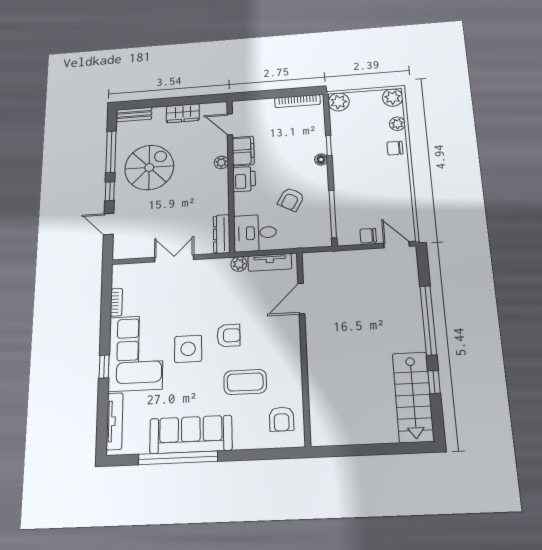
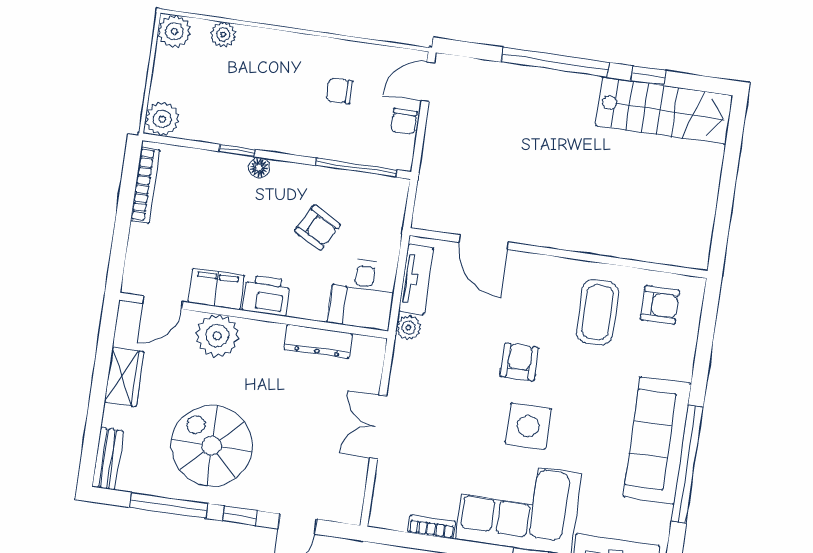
chair: (395, 148) -> (340, 91), moved, turned 90
plant: (221, 162) -> (217, 336), width x1.88, depth x1.88
dresser: (222, 234) -> (318, 341), moved
coffee table: (245, 382) -> (598, 312), moved

